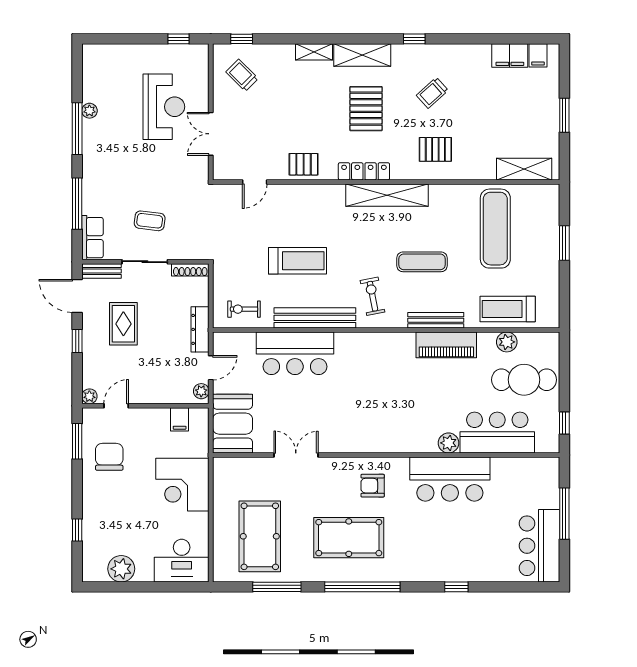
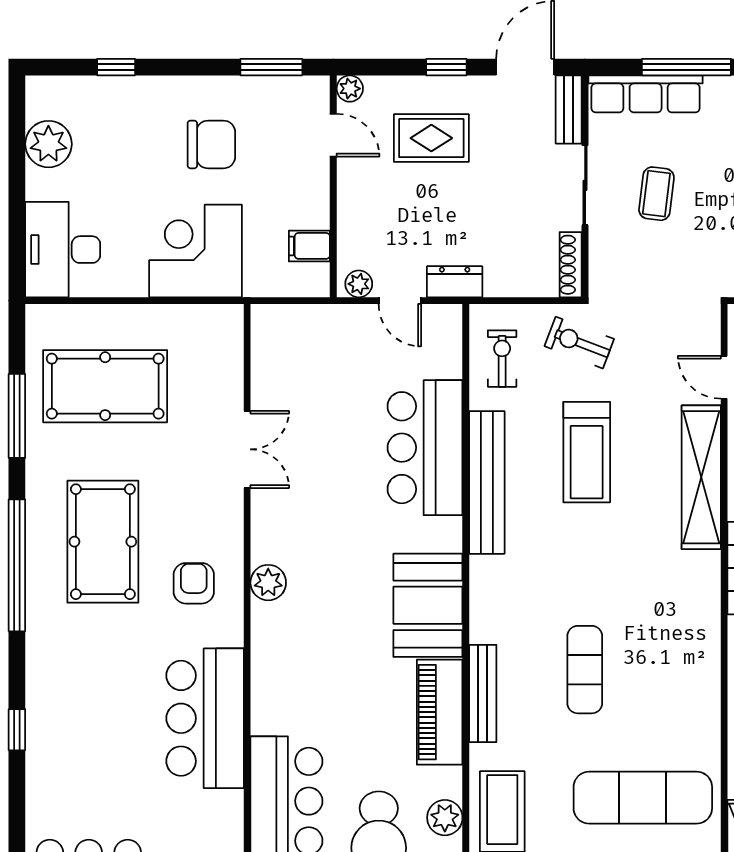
shelving: (387, 195) -> (701, 477), moved
row of seats: (92, 238) -> (646, 94), width x1.48
exercise bike: (372, 296) -> (579, 343), moved, turned -148
rug: (123, 324) -> (431, 138), moved
dresser: (200, 329) -> (455, 282), width x0.70
booth: (233, 424) -> (428, 605), moved, turned 90
plant: (449, 443) -> (268, 583), moved
chair: (109, 457) -> (211, 144), moved

